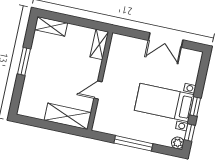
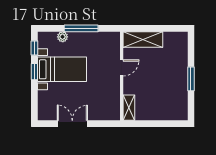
shelving: (51, 26) -> (174, 114), removed
plant: (178, 143) -> (63, 37), moved

